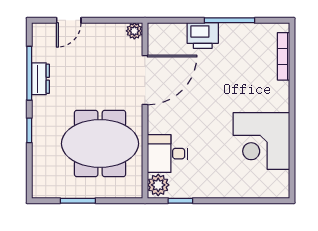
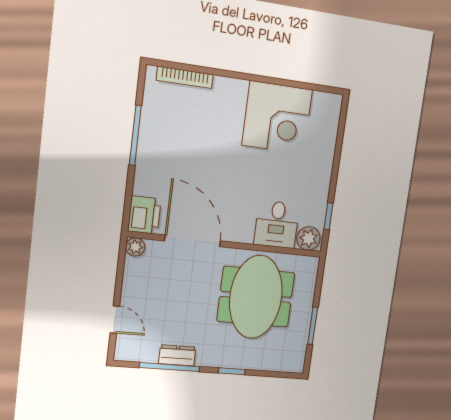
printer: (203, 36) -> (144, 215), moved

